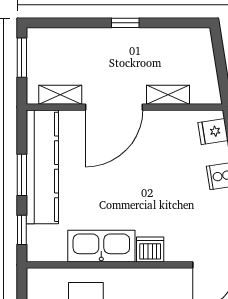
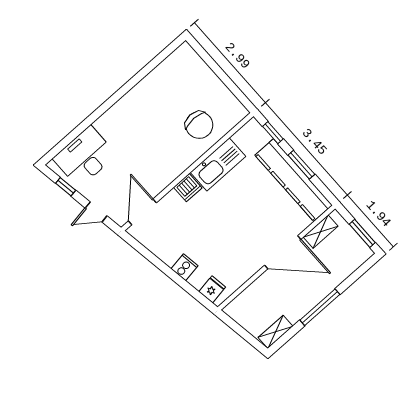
window: (125, 23) -> (320, 307), width x2.17
shelving: (168, 95) -> (276, 332), moved
door: (114, 107) -> (283, 252), swing flipped

